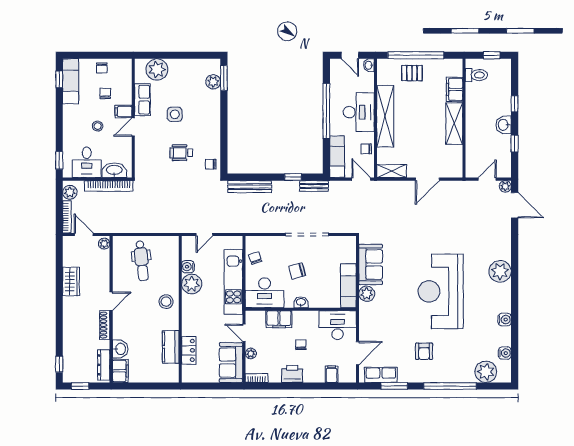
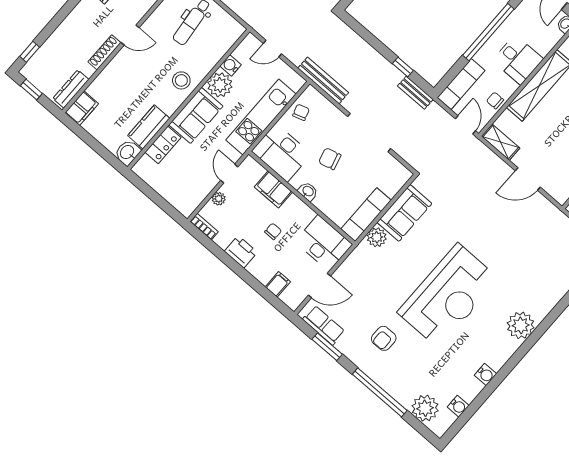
desk: (359, 112) -> (518, 60), width x0.73
bench: (250, 187) -> (323, 80), moved
reception desk: (441, 291) -> (448, 296), turned 180
washbasin: (120, 349) -> (127, 152), moved, turned 180
sofa: (231, 363) -> (196, 115), moved, turned 180

